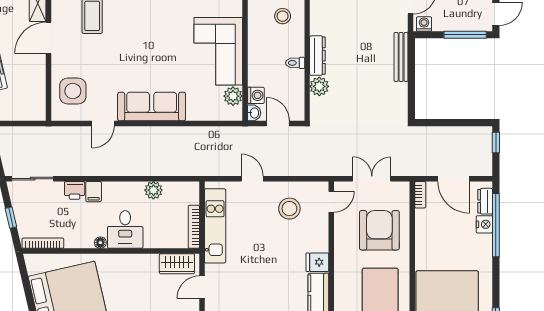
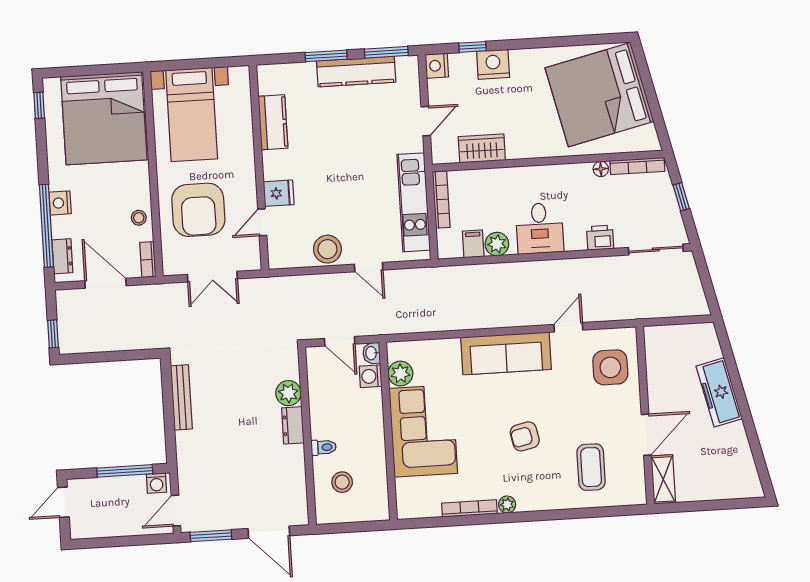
window: (465, 35) -> (125, 471), moved
armchair: (141, 42) -> (525, 436), added
dresser: (317, 56) -> (293, 425), width x0.70
bench: (401, 57) -> (181, 397), moved
toilet: (295, 63) -> (324, 447), moved
filing cabinet: (94, 192) -> (473, 244), moved
door: (331, 202) -> (262, 222), moved
stool: (289, 209) -> (327, 249), moved
nightstand: (484, 224) -> (60, 203), moved
stool: (425, 227) -> (139, 218), added
desk: (125, 229) -> (540, 228), moved, turned 180
floor lamp: (100, 243) -> (601, 169), moved
fridge: (317, 262) -> (279, 193), moved
wardrobe: (177, 264) -> (482, 148), moved

